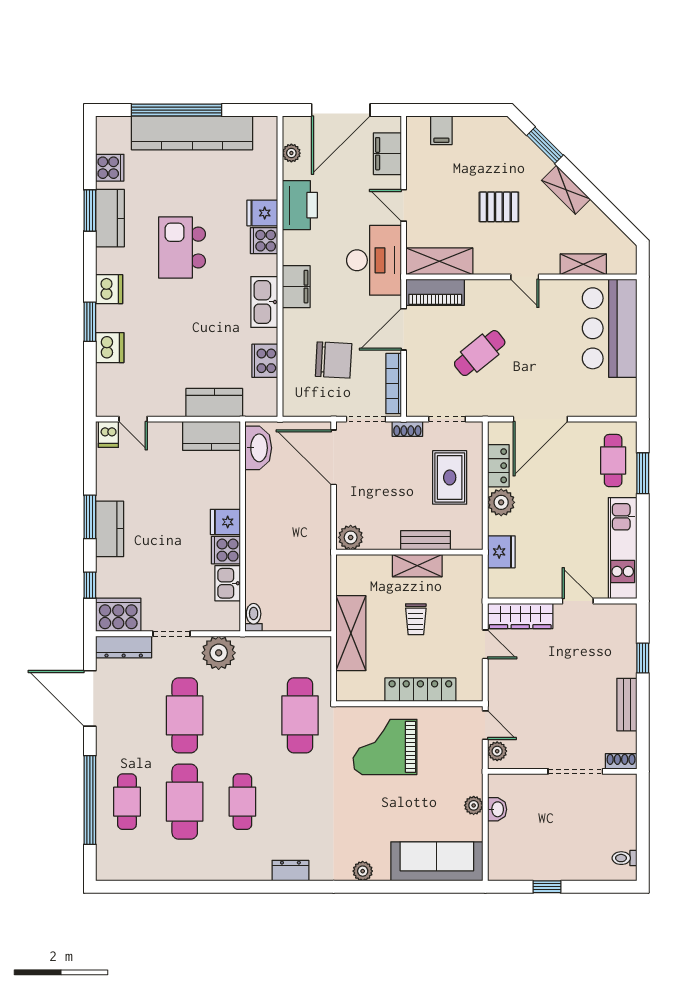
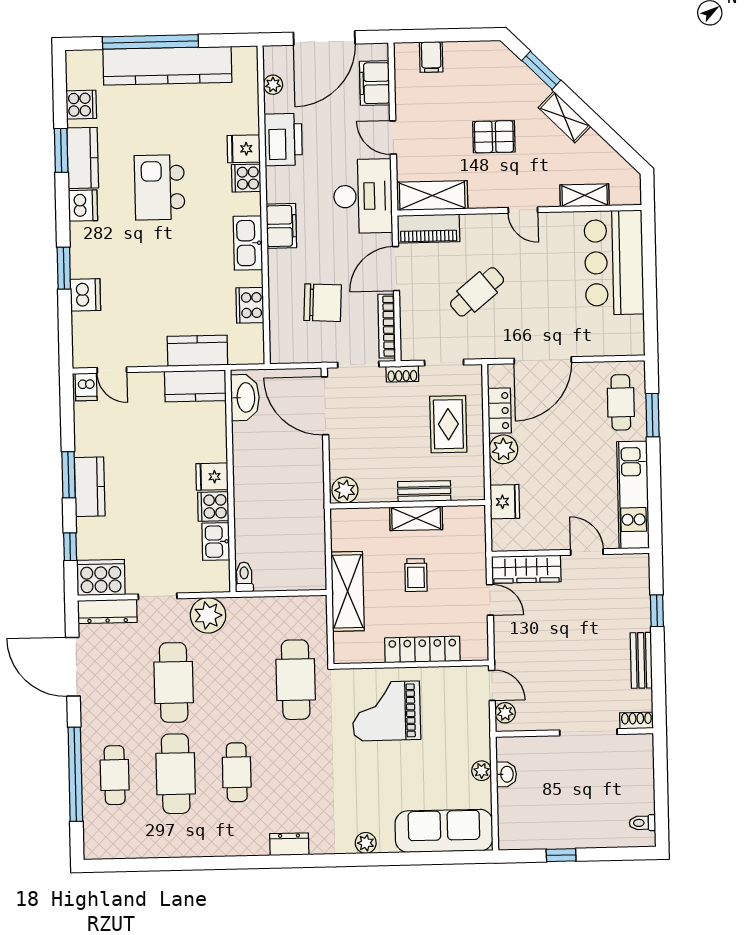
dishwasher: (109, 289) -> (83, 206), moved

